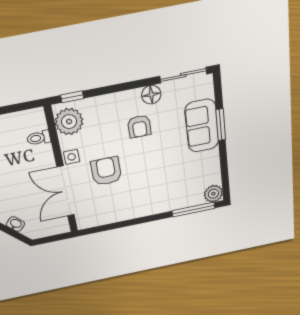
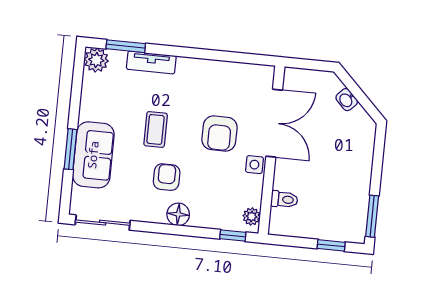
floor lamp: (151, 95) -> (178, 214), moved
plant: (69, 122) -> (252, 216), width x0.53, depth x0.53
coffee table: (157, 159) -> (156, 129), added
tv unit: (172, 204) -> (151, 62), added
window: (193, 209) -> (126, 46), width x0.69

